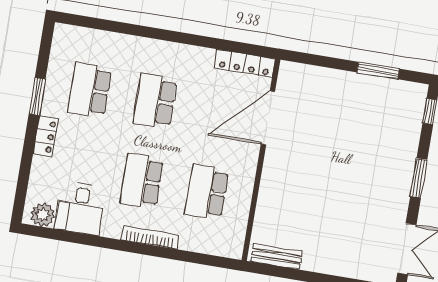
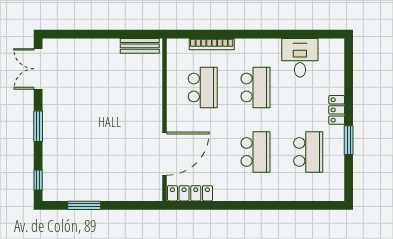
plant: (43, 215) -> (329, 48), removed
bookcase: (150, 238) -> (212, 44), moved

